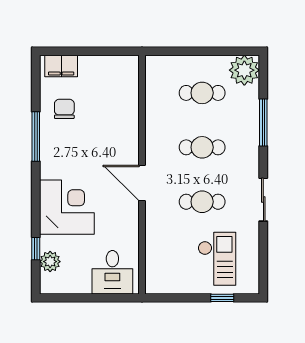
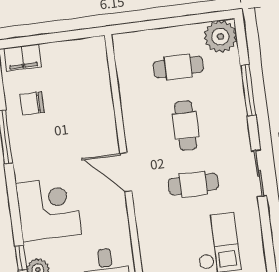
chair: (64, 109) -> (32, 103), turned -90
cafe table: (202, 147) -> (186, 125), turned 90

